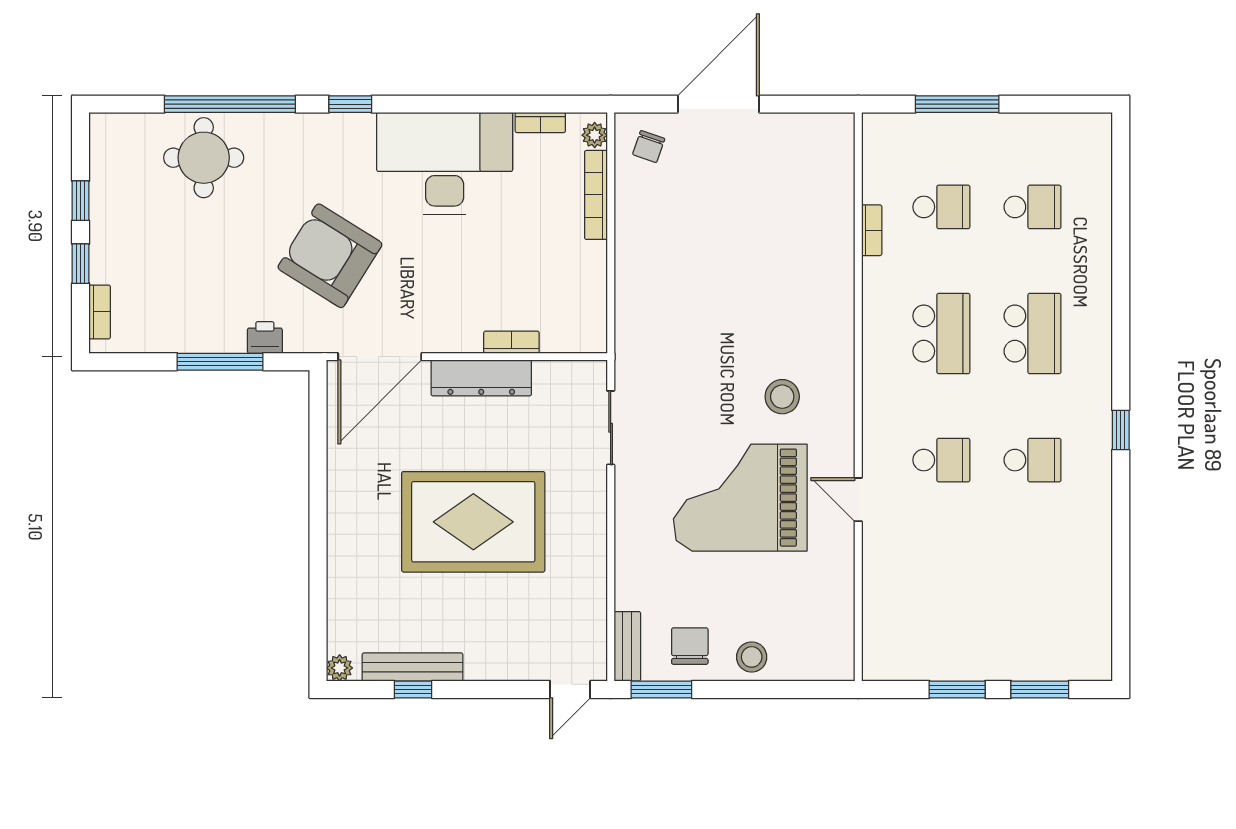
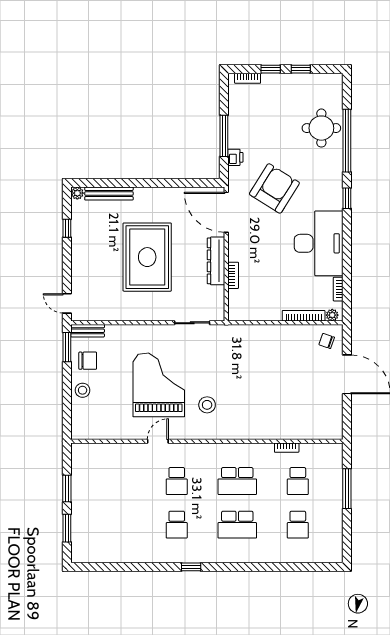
bench: (412, 667) -> (109, 194), moved, turned 90

